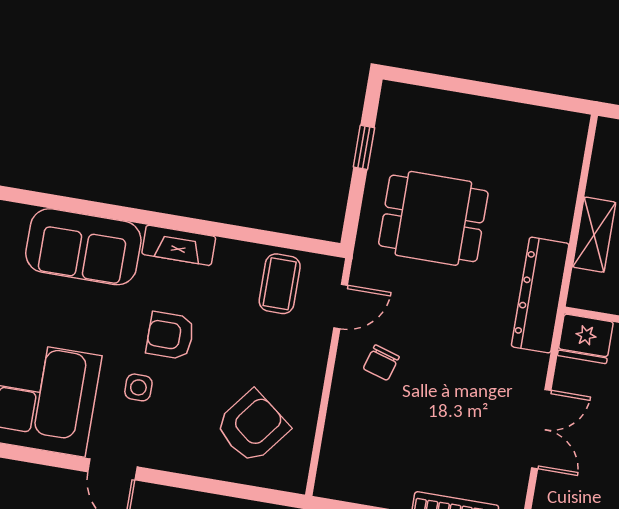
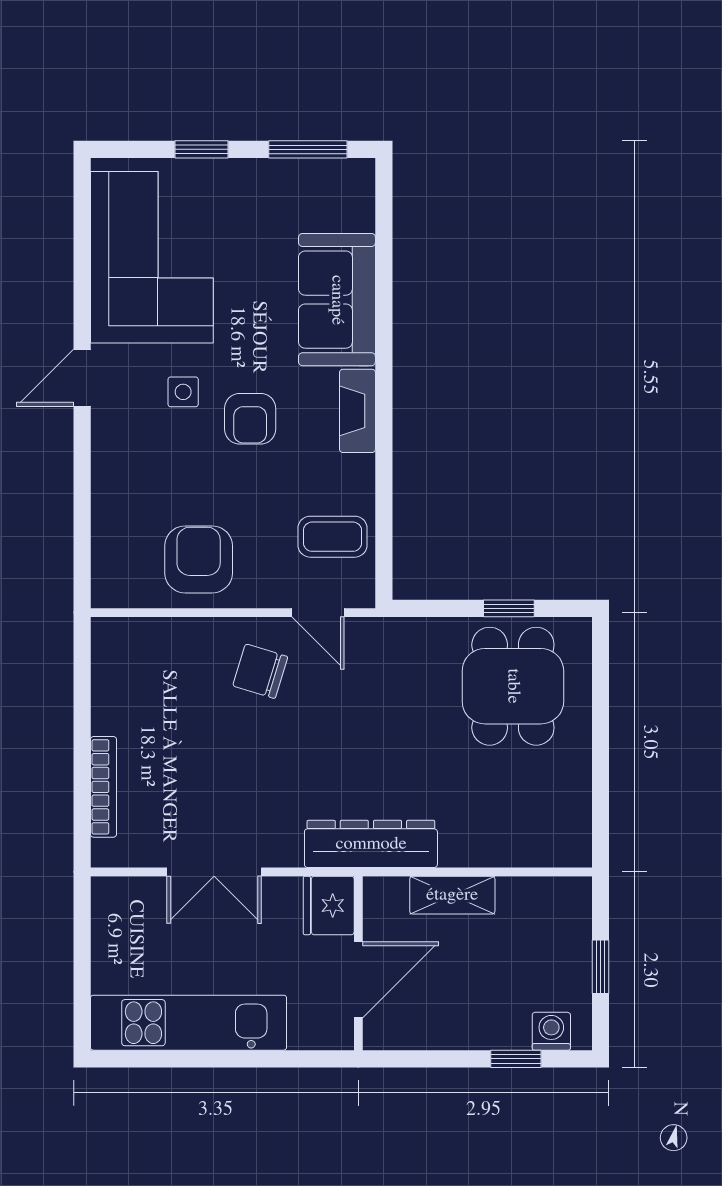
dining table: (433, 218) -> (513, 686), moved
armchair: (170, 336) -> (250, 419), turned 180
chair: (381, 363) -> (260, 671), width x1.37, depth x1.37
armchair: (252, 427) -> (199, 559), moved, turned -128

